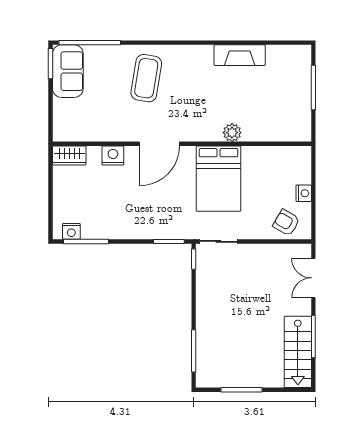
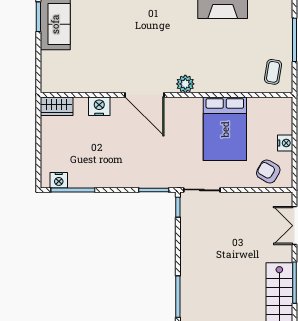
coffee table: (146, 78) -> (273, 72), moved, width x0.54, depth x0.58
plant: (232, 133) -> (185, 84), moved
door: (159, 144) -> (144, 95), hinge flipped
bed: (218, 179) -> (225, 129), moved

